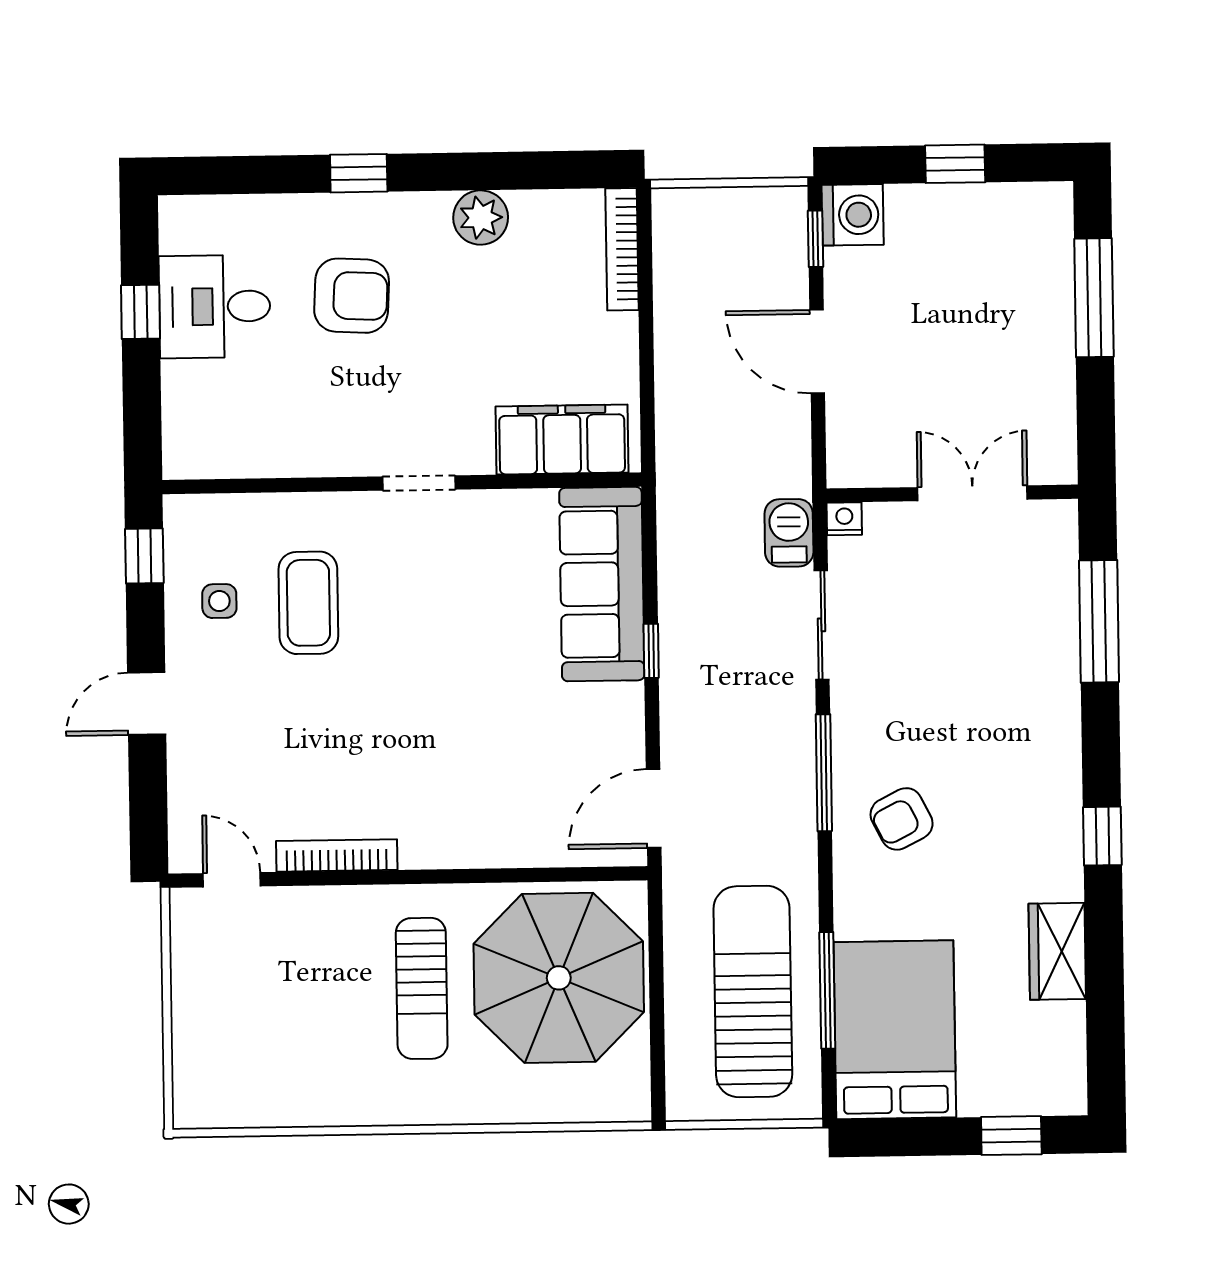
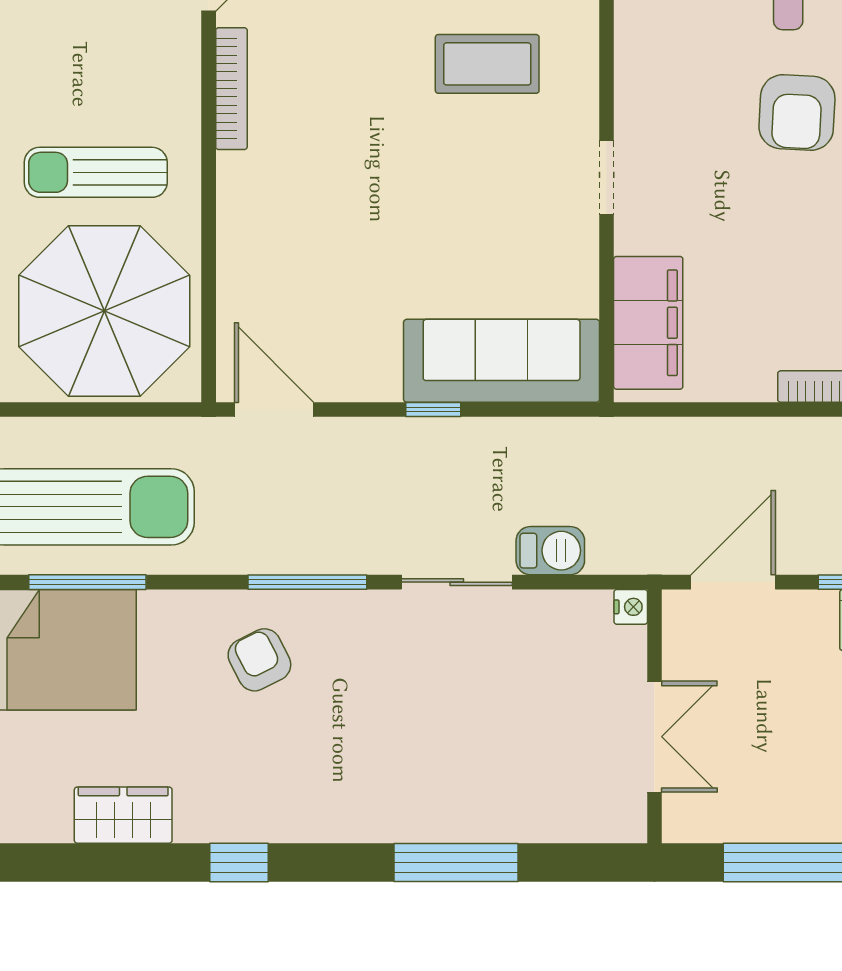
double door: (972, 493) -> (654, 737), moved
wall: (952, 494) -> (654, 716), moved
nightstand: (844, 519) -> (631, 607), moved

